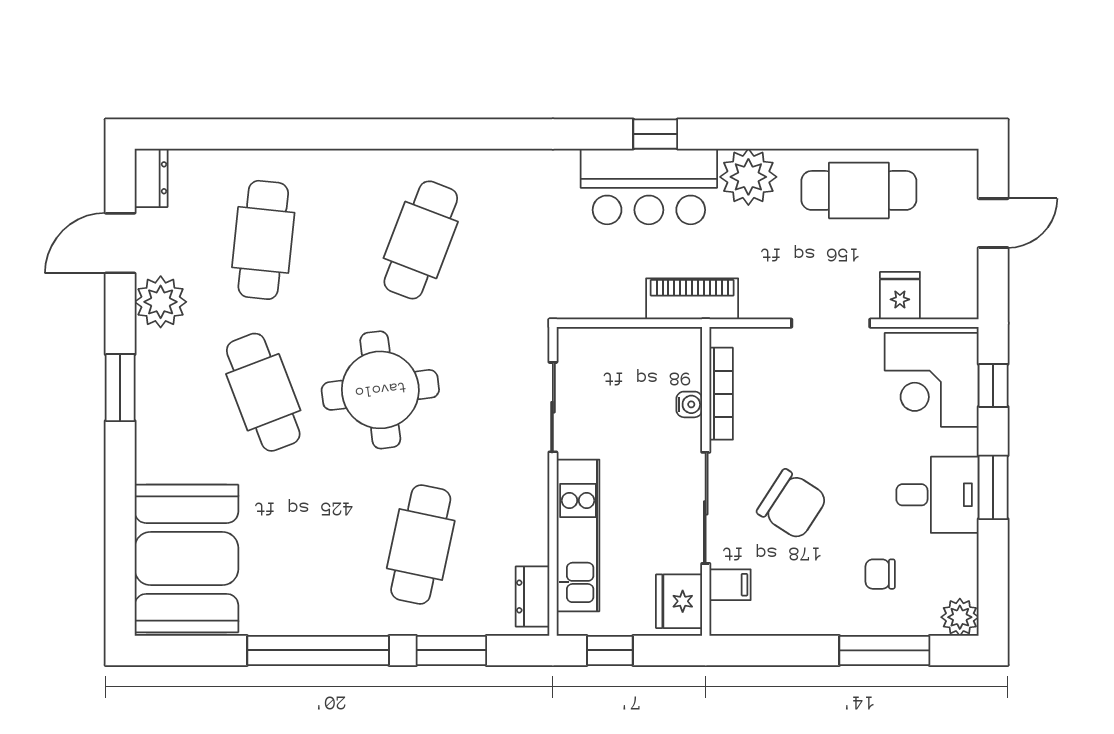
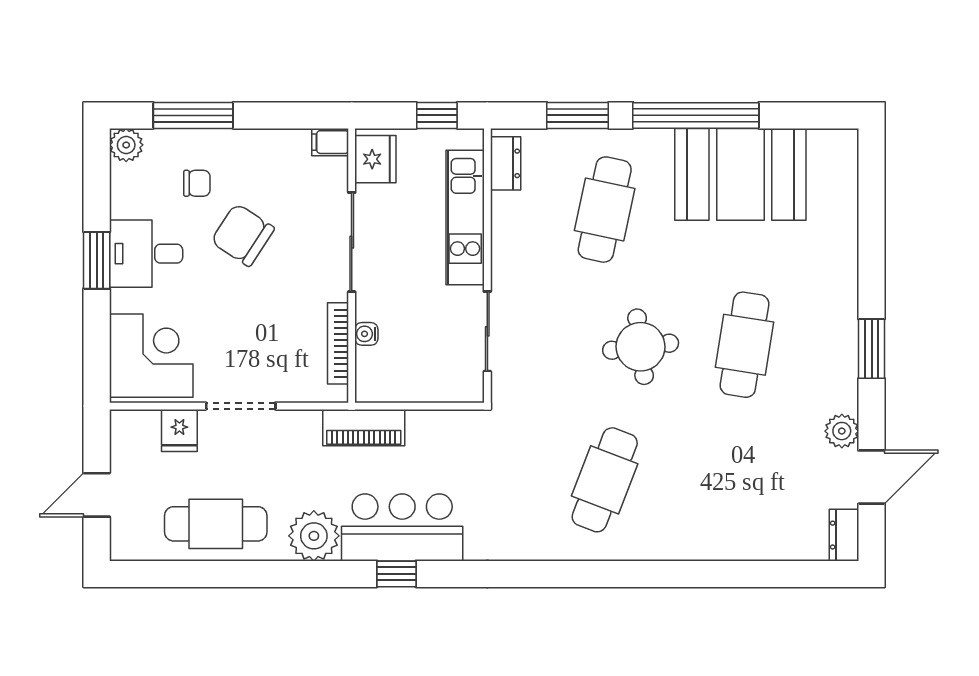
cafe table: (263, 240) -> (744, 480), removed
plant: (161, 302) -> (842, 431), width x0.73, depth x0.73
window: (993, 385) -> (97, 351), removed
round table: (380, 390) -> (641, 347), width x0.73, depth x0.73
cafe table: (263, 392) -> (744, 345), turned 30
chair: (792, 504) -> (243, 235), moved
booth: (186, 558) -> (740, 174), moved, turned 90
filing cabinet: (730, 585) -> (330, 142), moved

